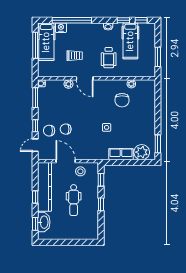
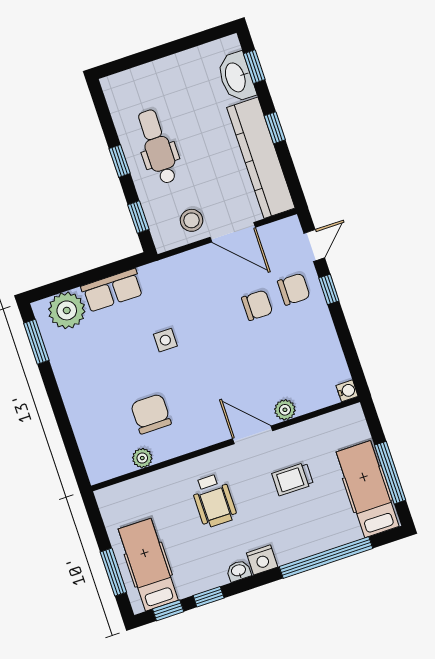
nightstand: (61, 28) -> (262, 560), moved
hospital bed: (130, 41) -> (148, 565), moved
window: (158, 57) -> (113, 572), moved
wheelchair: (109, 58) -> (214, 500), turned 180
window: (35, 98) -> (350, 354), removed
dental chair: (74, 200) -> (157, 147), moved

